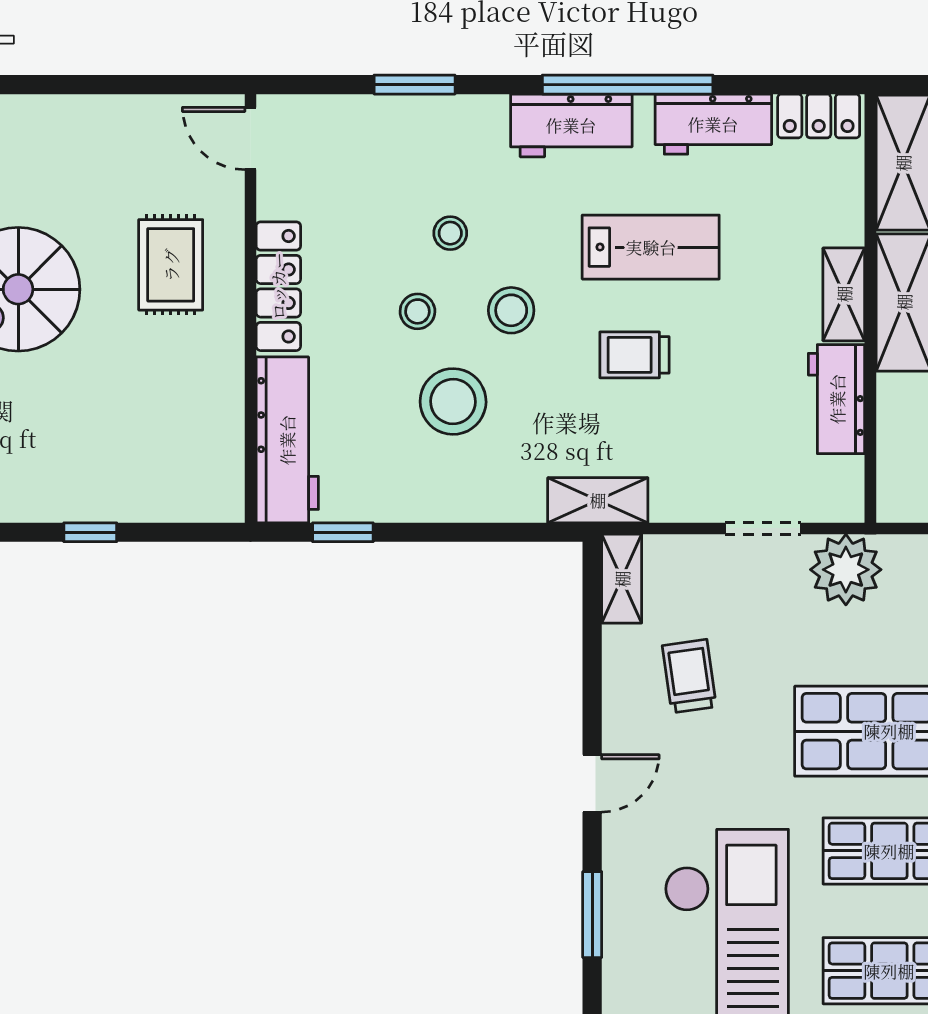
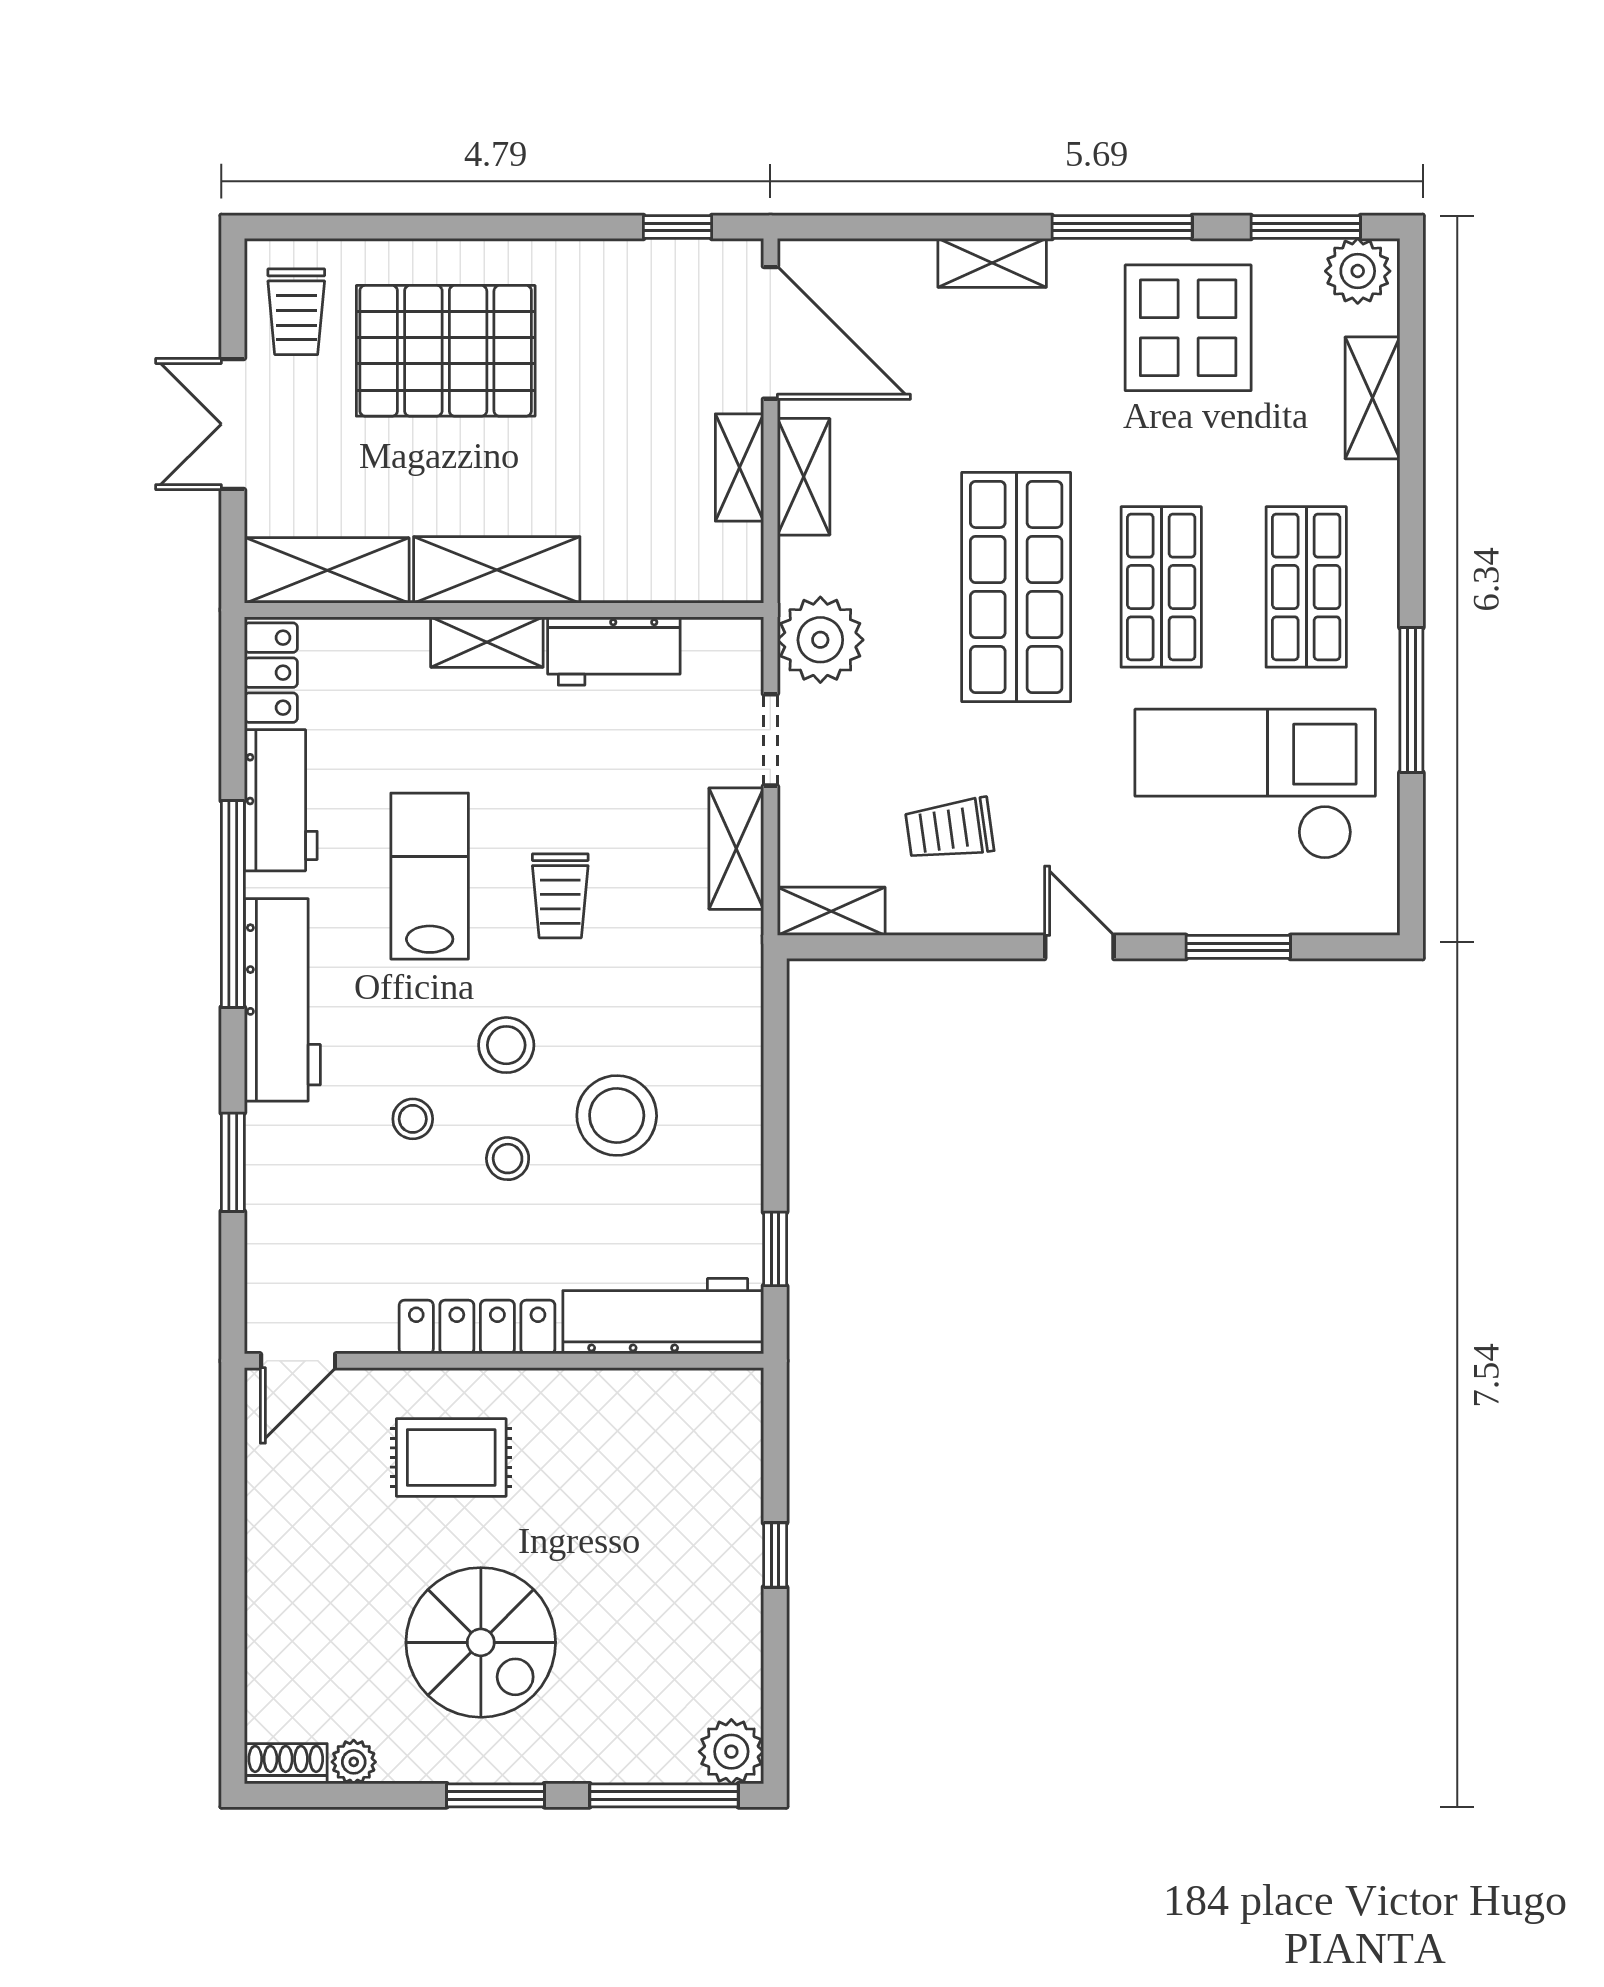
workbench: (571, 125) -> (282, 1000), width x1.38
shelving: (598, 500) -> (736, 849), moved

